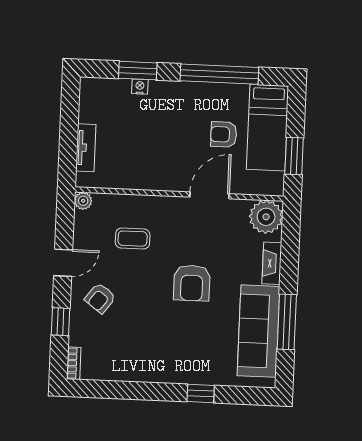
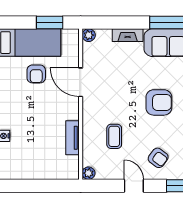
tv unit: (86, 148) -> (72, 138), moved, turned -90
plant: (266, 217) -> (89, 35), width x0.53, depth x0.53
armchair: (192, 283) -> (159, 102), moved

